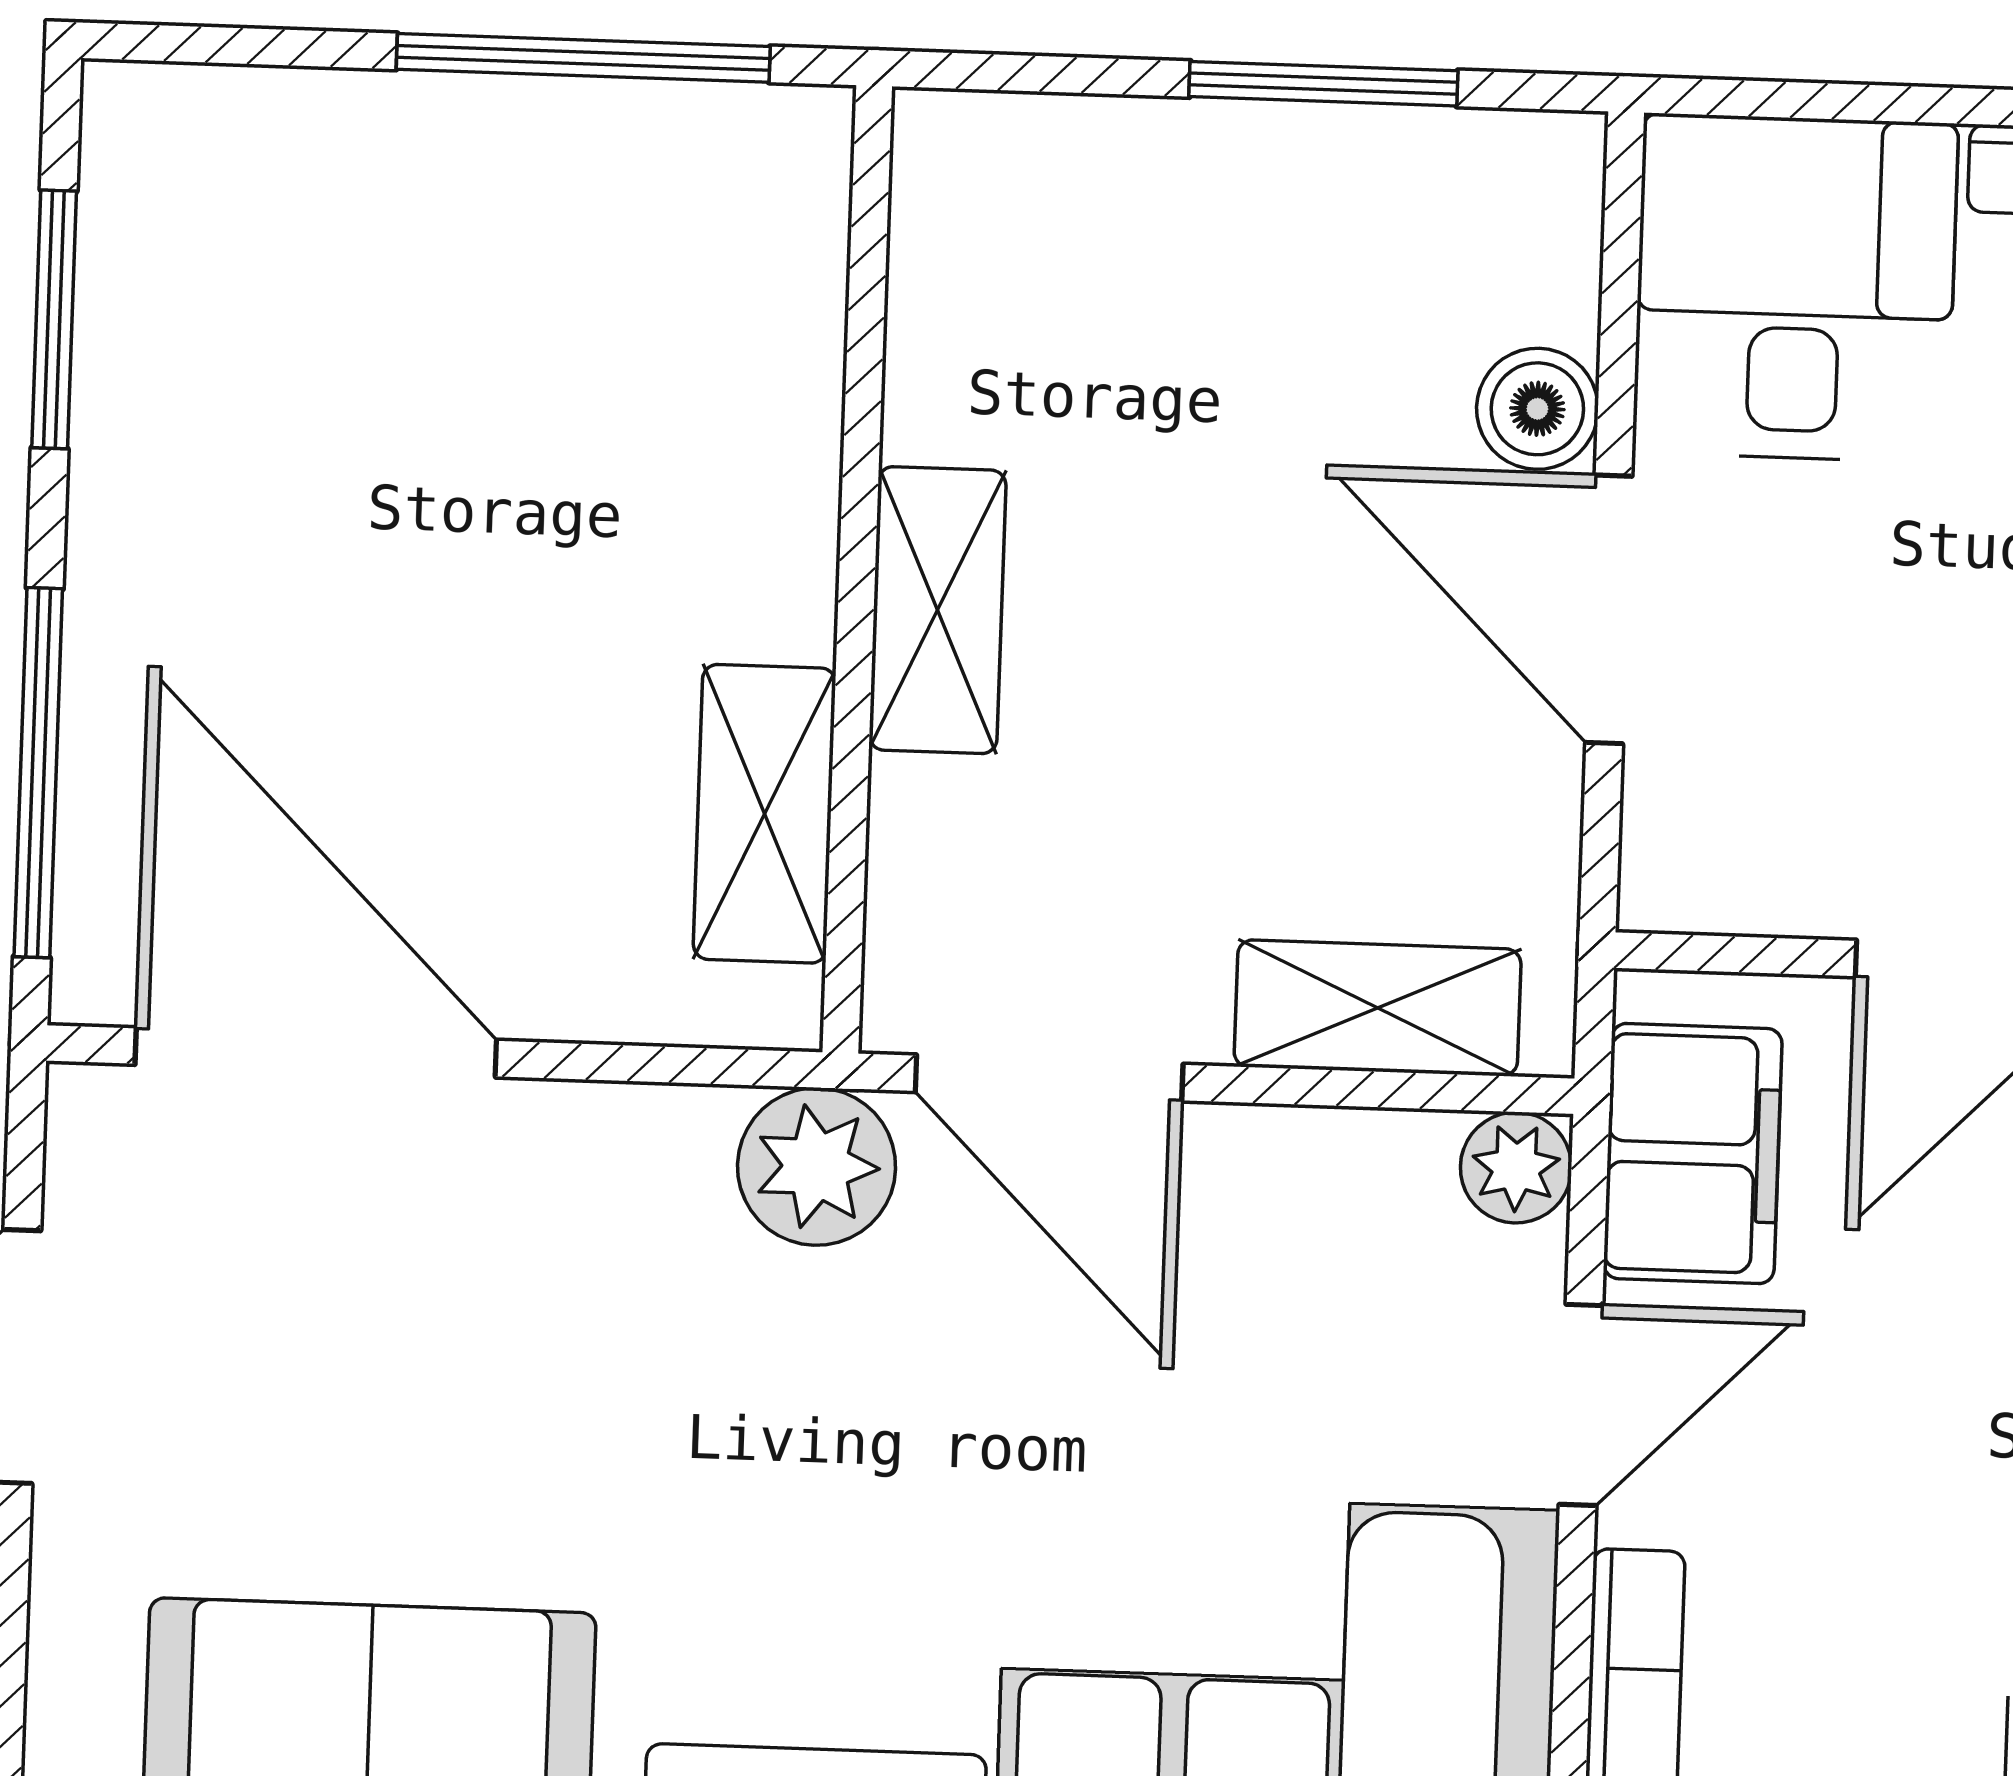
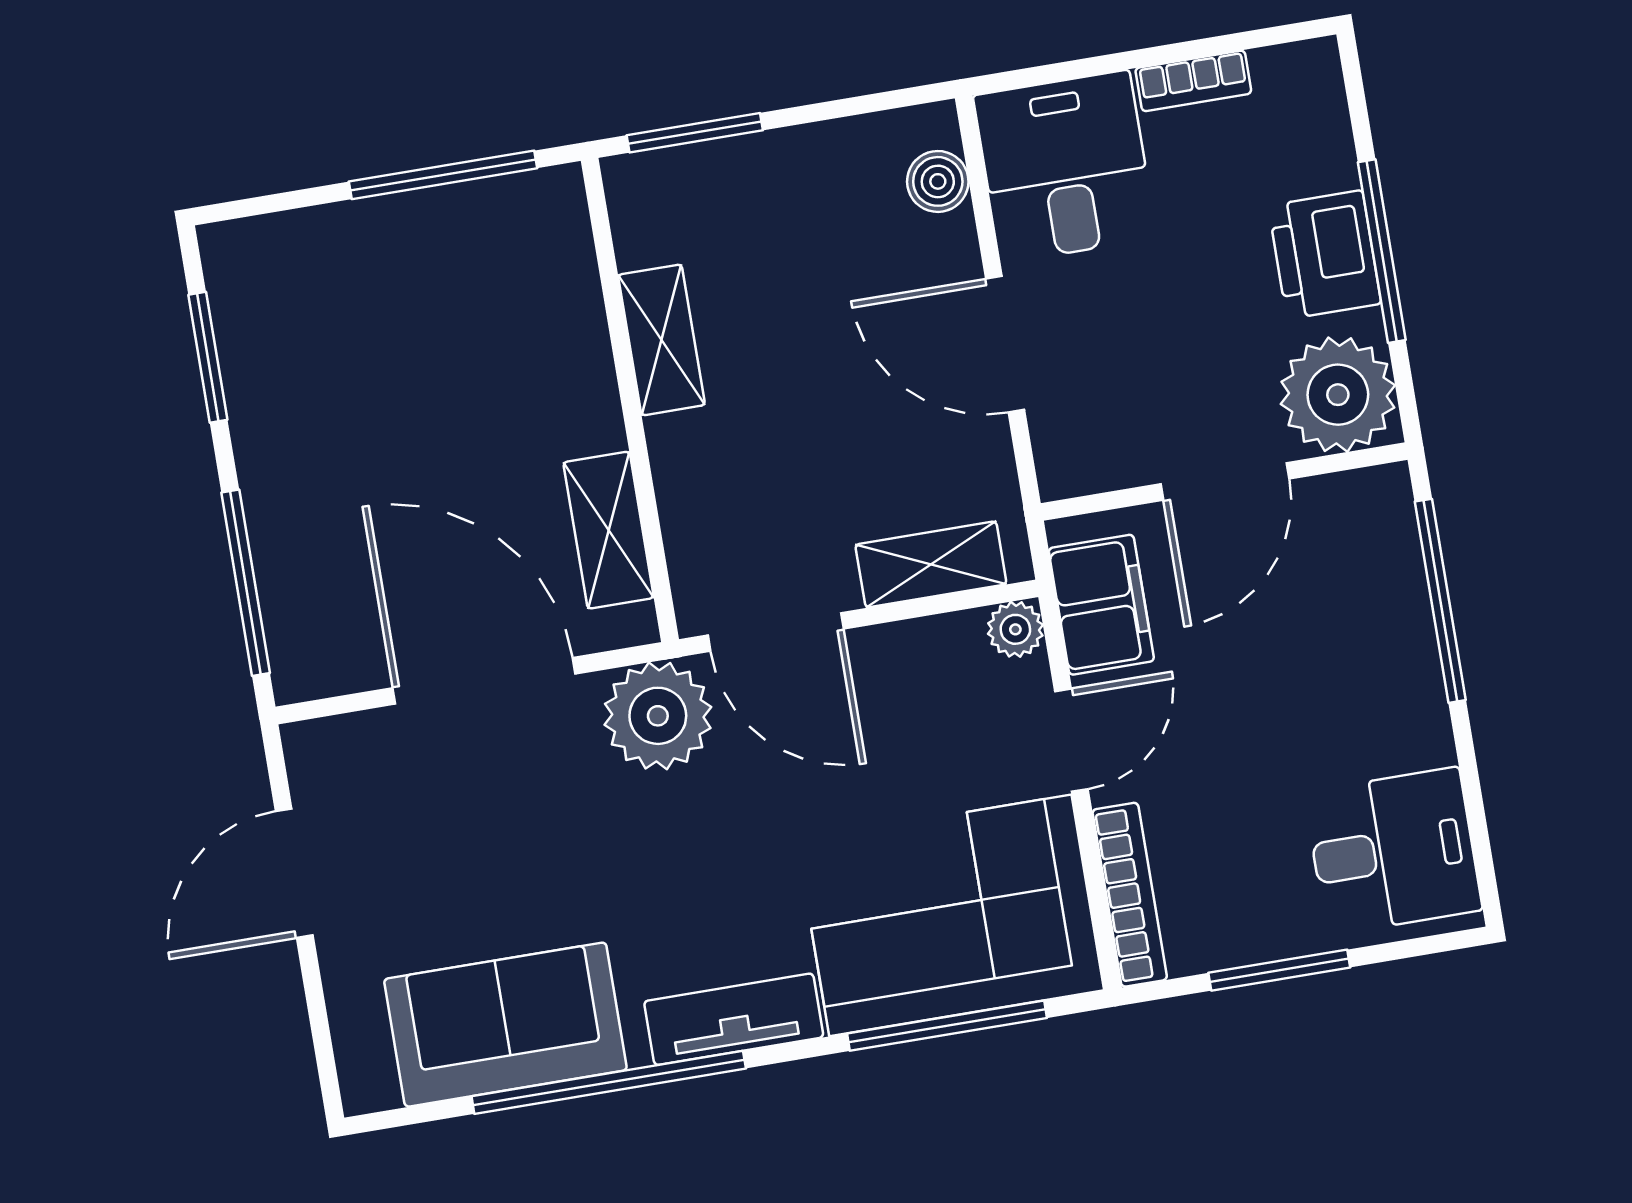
window: (1323, 84) -> (695, 133), moved
boiler: (1537, 409) -> (938, 181), moved
shelving: (938, 610) -> (661, 340), moved
door: (316, 1052) -> (484, 681), moved
plant: (817, 1167) -> (658, 716), width x1.36, depth x1.36

